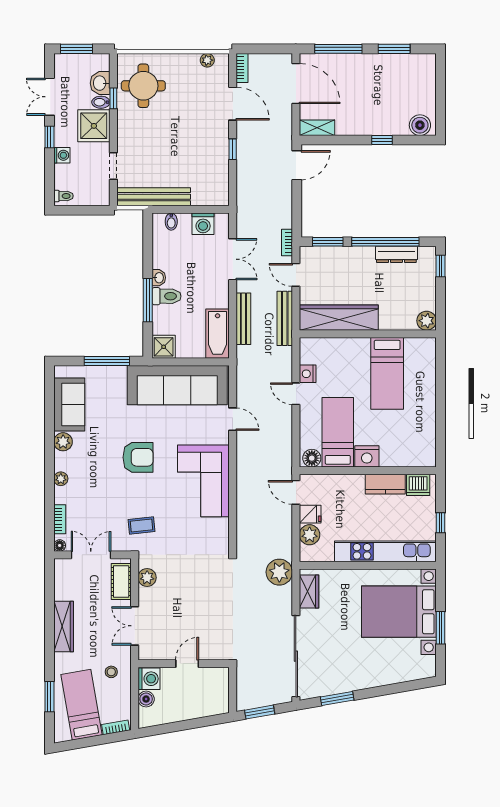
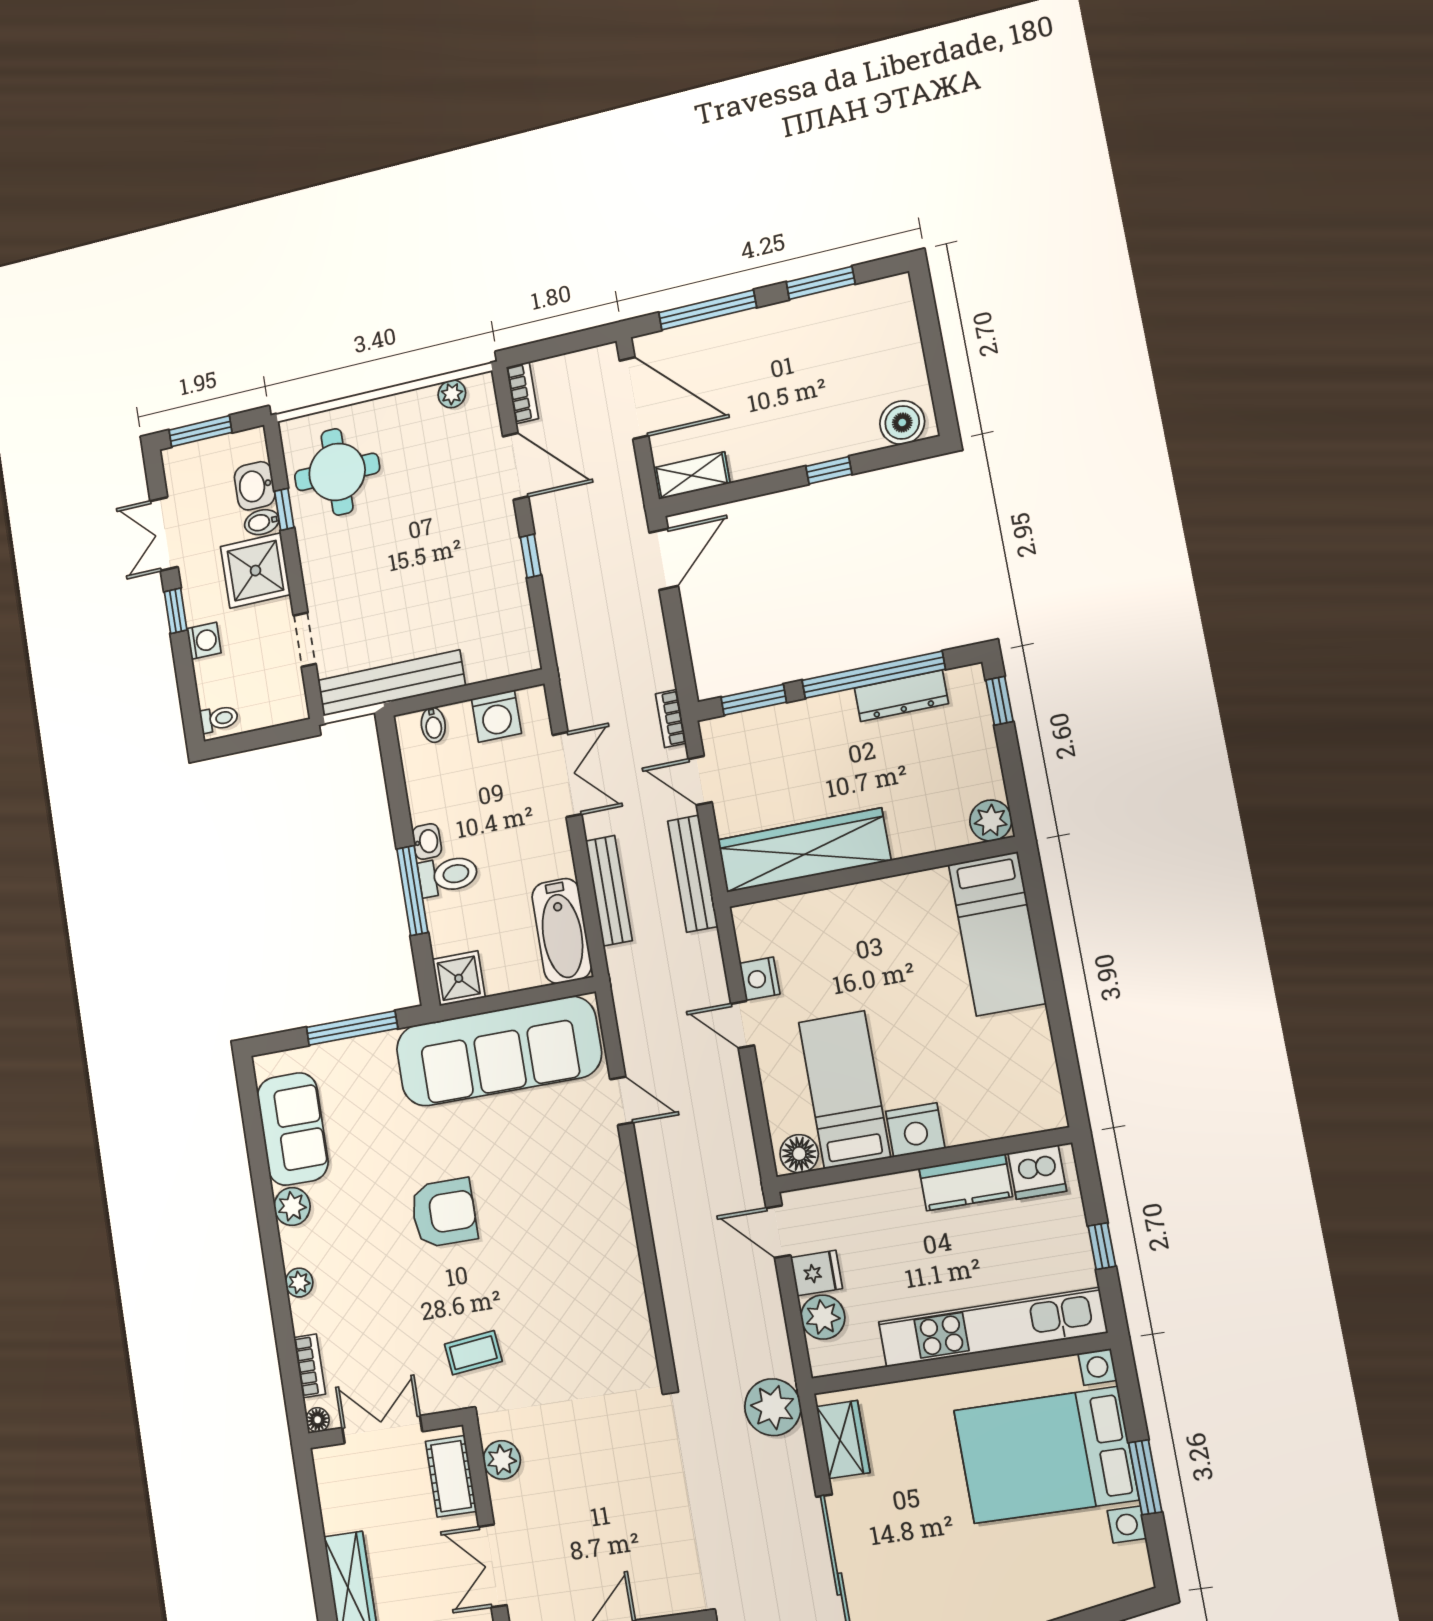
bed: (387, 373) -> (997, 934), moved
corner sofa: (203, 481) -> (583, 1239), removed

